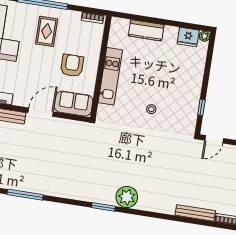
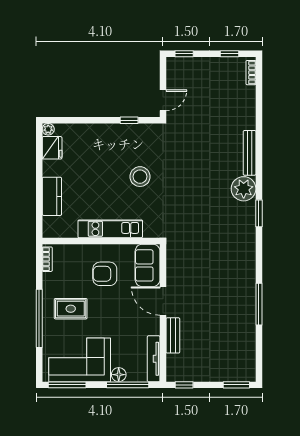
stool: (151, 109) -> (140, 177), width x1.89, depth x1.89
door: (214, 139) -> (163, 100), hinge flipped
bench: (195, 213) -> (250, 153), moved

